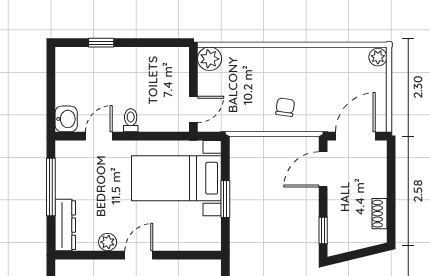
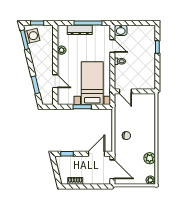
plant: (210, 59) -> (150, 158), moved
door: (323, 169) -> (96, 154), hinge flipped
dresser: (65, 225) -> (80, 30), moved
door: (139, 255) -> (55, 81), moved

